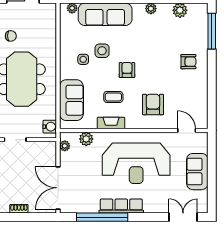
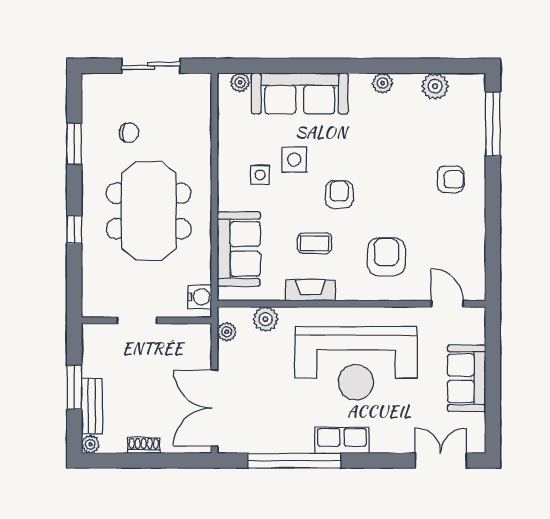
row of seats: (121, 206) -> (342, 440), width x0.68

